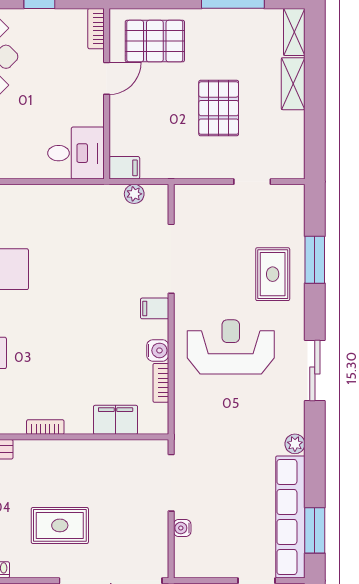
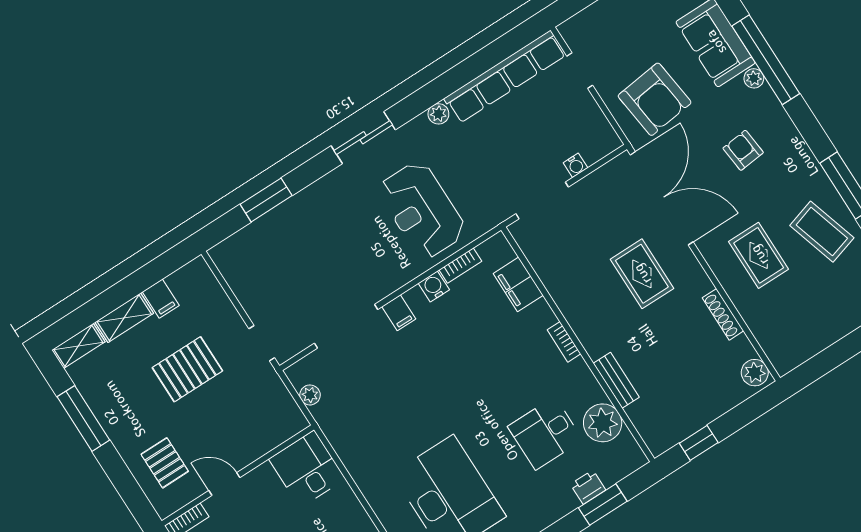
pallet: (155, 41) -> (165, 463), width x0.67, depth x0.71
filing cabinet: (124, 168) -> (161, 299), moved, turned 180
doorway: (252, 182) -> (262, 343), moved
rug: (273, 274) -> (302, 229), removed
reception desk: (231, 347) -> (422, 210), moved
window: (315, 530) -> (503, 48), removed

